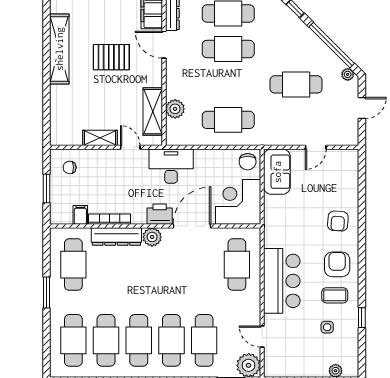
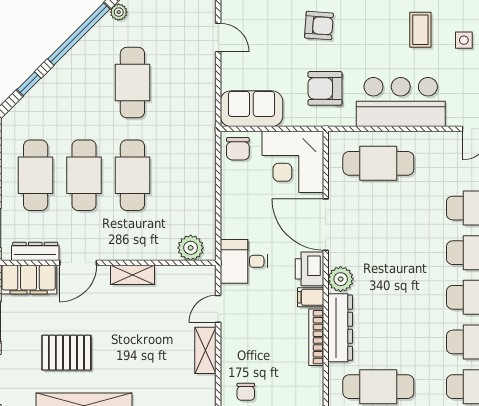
pallet: (111, 57) -> (66, 353), moved, turned 90
plant: (175, 109) -> (191, 248), moved
shelving: (153, 112) -> (132, 275), moved, width x0.67, depth x0.75
cafe table: (228, 120) -> (132, 175), moved
door: (316, 147) -> (218, 38), moved
chair: (248, 162) -> (238, 149), turned 90
desk: (171, 166) -> (244, 261), width x0.73
filing cabinet: (80, 215) -> (311, 297), moved
armchair: (337, 264) -> (325, 88), moved

